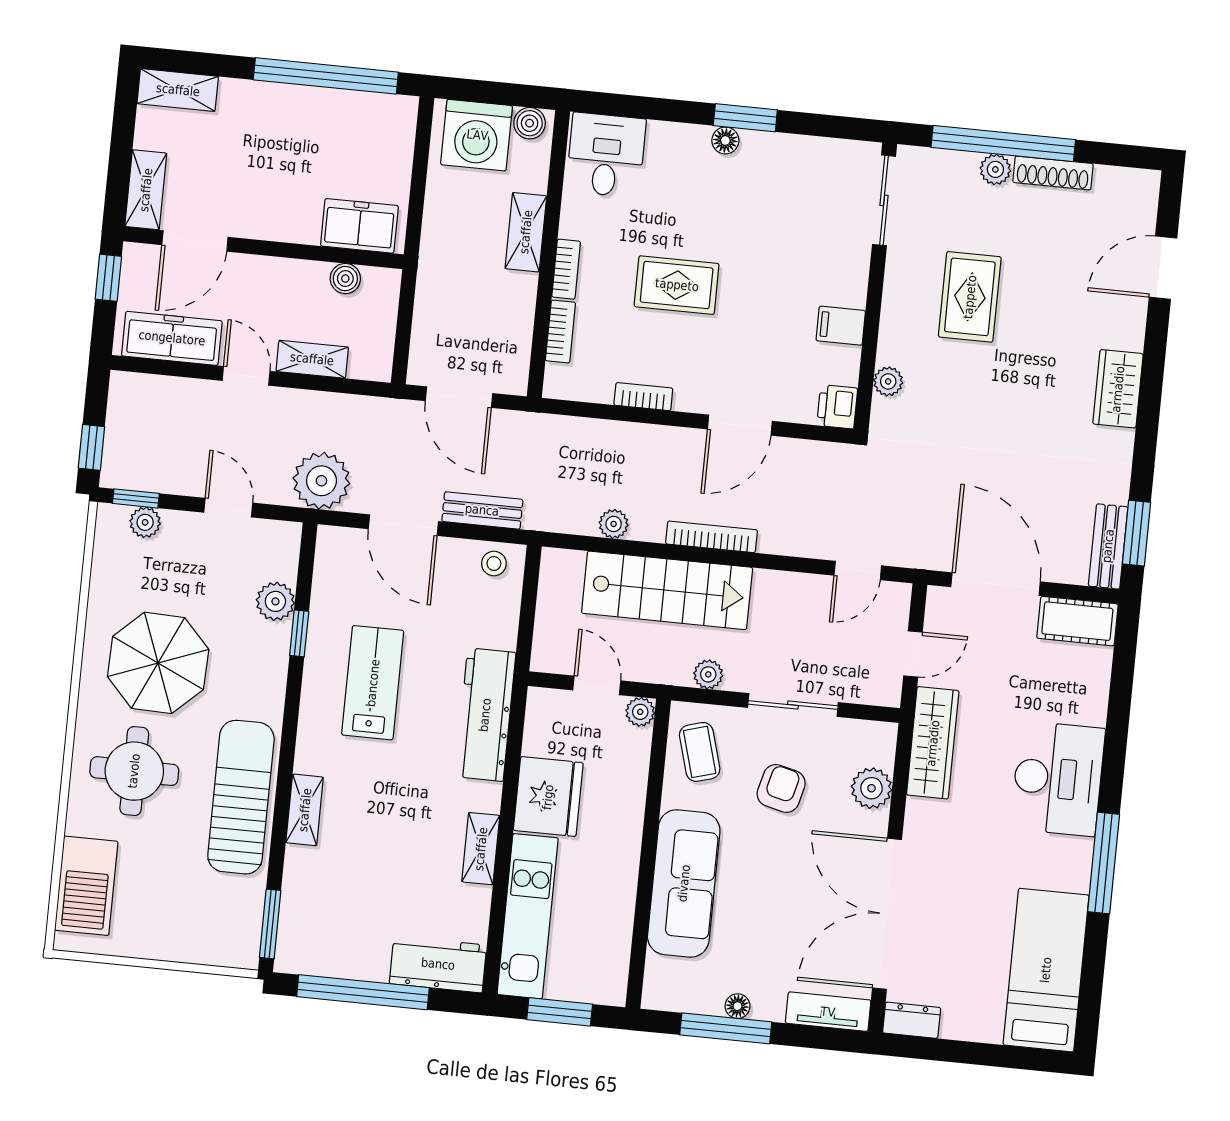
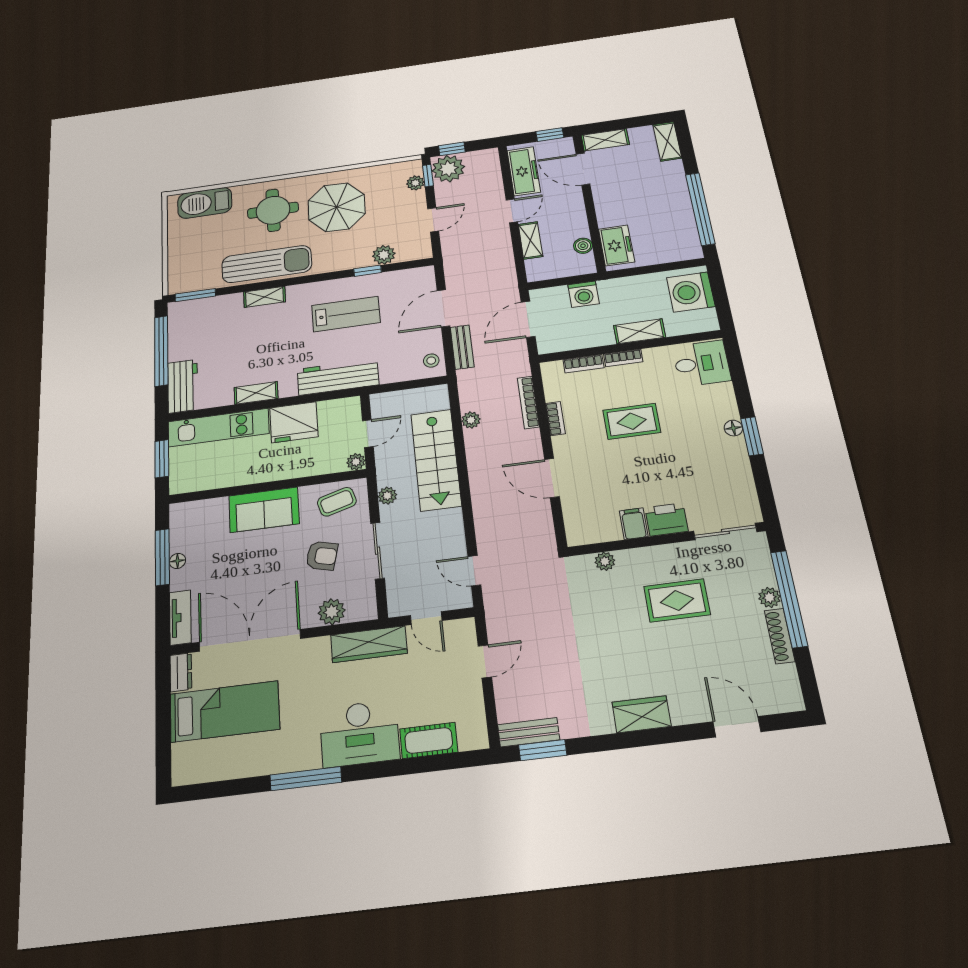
boiler: (530, 123) -> (708, 318), removed
rug: (677, 285) -> (632, 421), turned 90
washing machine: (436, 300) -> (584, 294), added
printer: (837, 407) -> (667, 519), moved, width x1.36, depth x1.24
plant: (321, 481) -> (448, 169), moved
bookcase: (711, 537) -> (528, 402), moved, turned 180
door: (996, 584) -> (485, 661), width x0.53
cot: (1077, 621) -> (429, 741), moved, turned 90
sofa: (684, 883) -> (264, 510), width x0.73
bed: (1046, 970) -> (225, 711), moved

